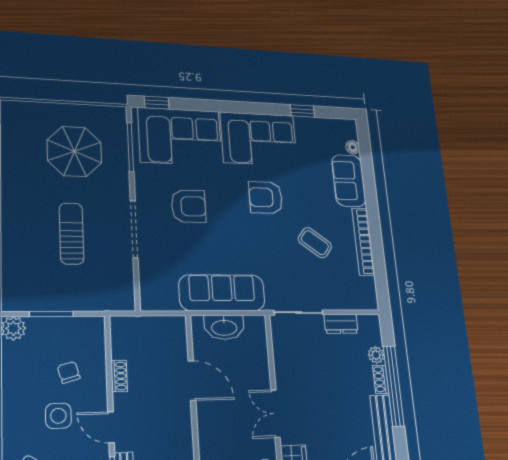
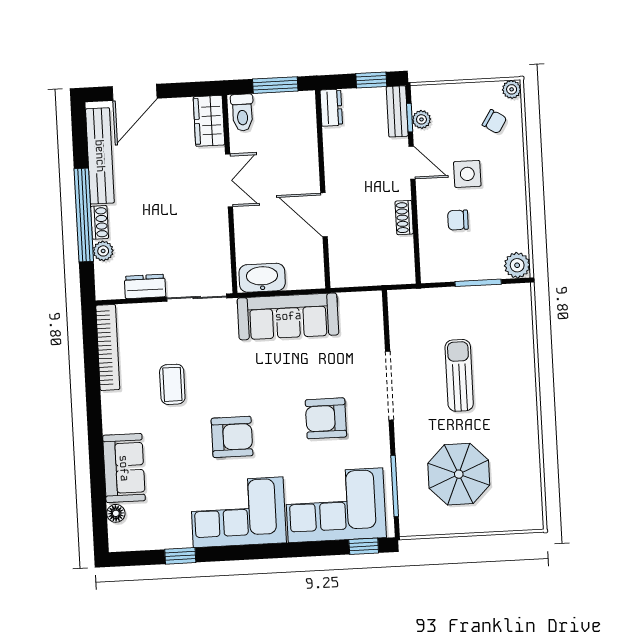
sun lounger: (72, 234) -> (459, 375), turned 180
bookcase: (363, 242) -> (108, 347), moved
coffee table: (315, 243) -> (172, 384), turned 53
washbasin: (224, 327) -> (262, 278), moved
chair: (69, 372) -> (458, 220), turned 106

